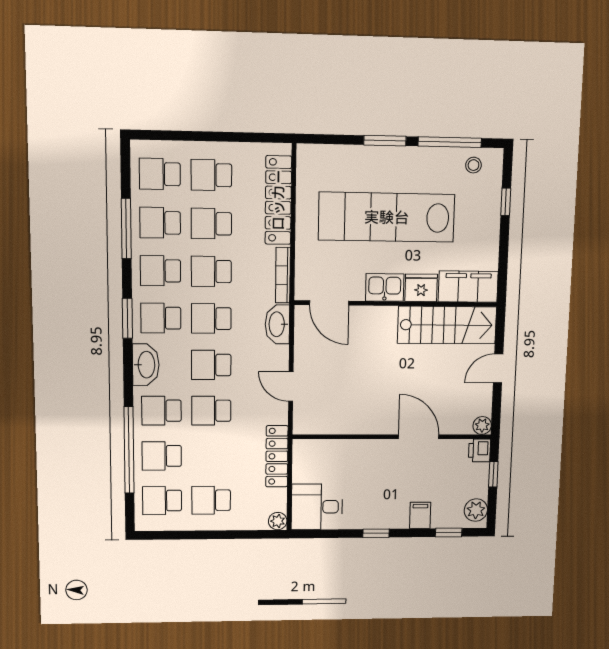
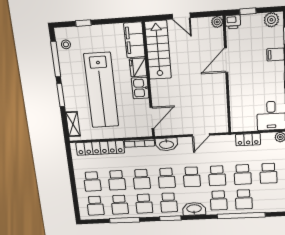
shelving: (328, 155) -> (73, 124), added
locker: (277, 456) -> (248, 140), width x0.66
school desk: (162, 501) -> (243, 174), moved

